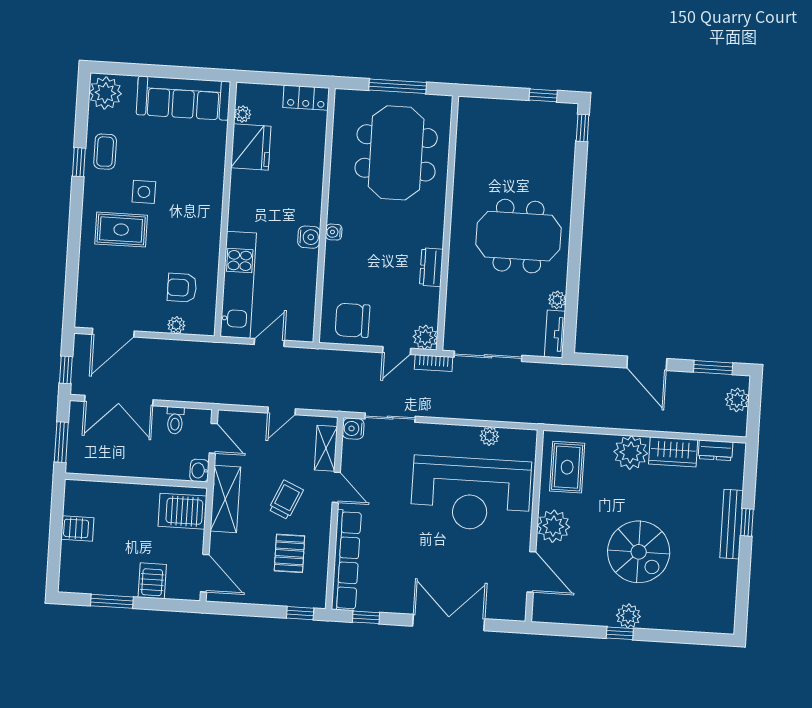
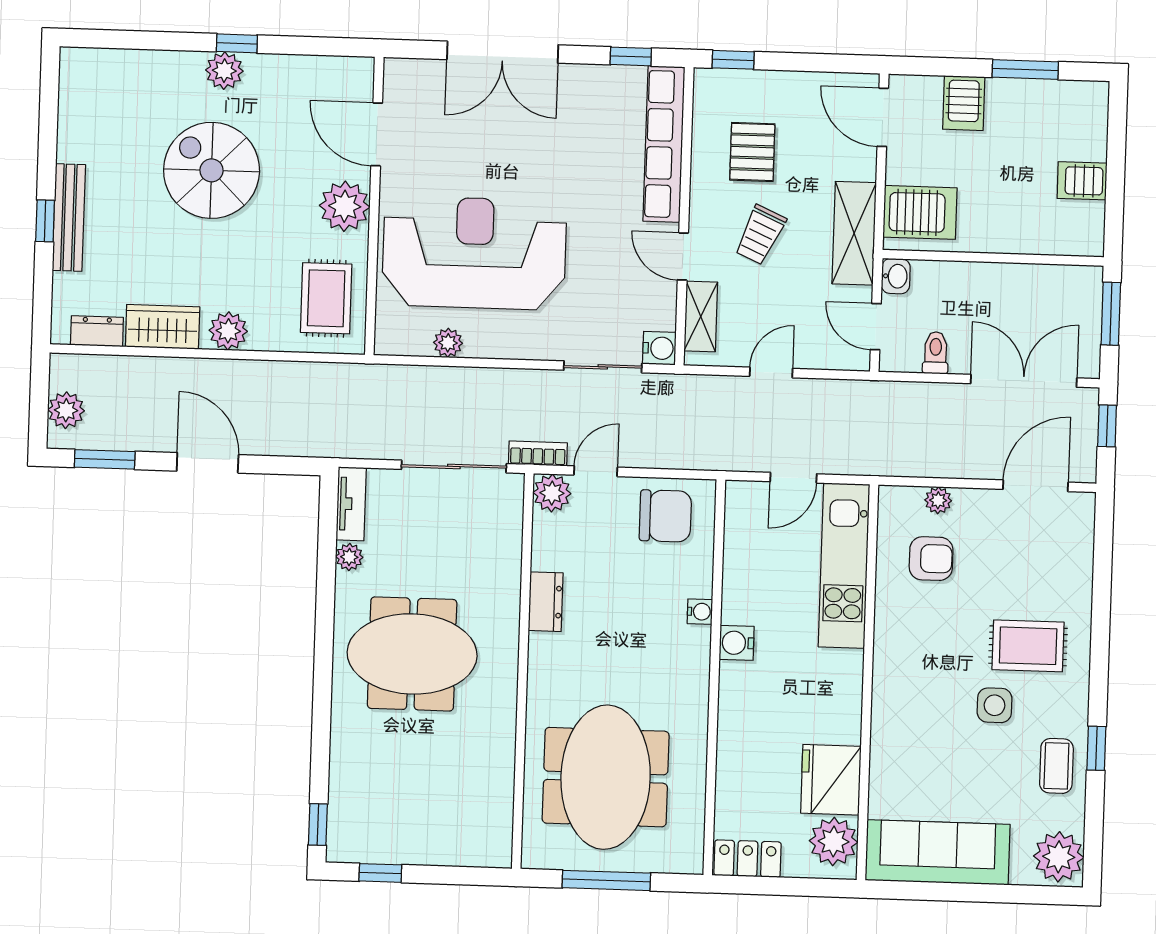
plant: (242, 114) -> (834, 841), width x1.87, depth x1.87
water cooler: (334, 232) -> (700, 612), moved
plant: (631, 453) -> (228, 331), width x0.73, depth x0.73

